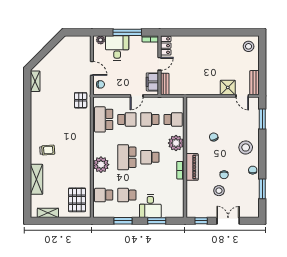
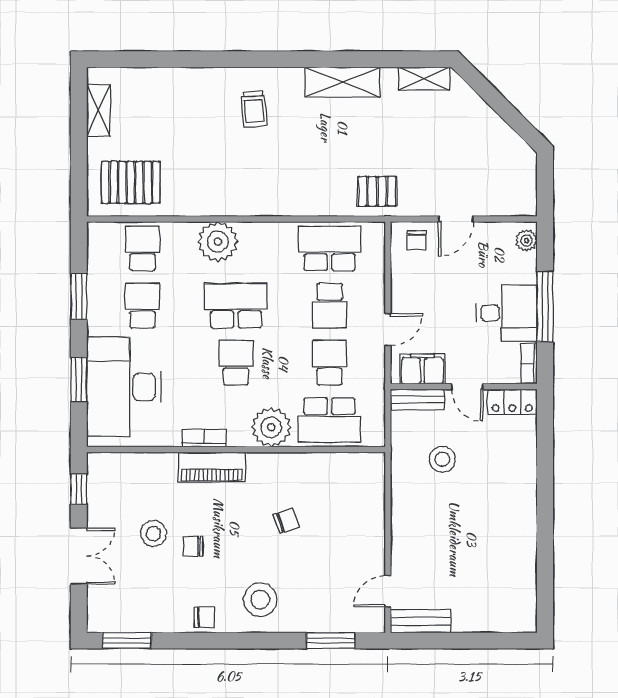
stool: (249, 46) -> (442, 459), moved
desk: (117, 48) -> (507, 313), moved
shower: (228, 87) -> (409, 555), removed
door: (137, 96) -> (388, 330), swing flipped
school desk: (173, 119) -> (330, 420), width x1.85
shelving: (36, 179) -> (343, 82), moved
window: (262, 189) -> (127, 641), moved
desk: (150, 206) -> (124, 387), width x1.87, depth x1.30

